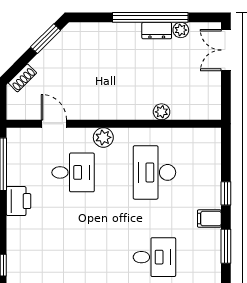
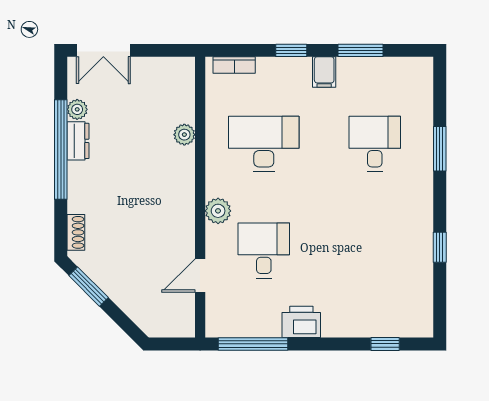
shoe rack: (22, 78) -> (76, 232), moved, turned 45
bookcase: (215, 150) -> (234, 65), added
desk: (154, 172) -> (264, 144), turned 180

